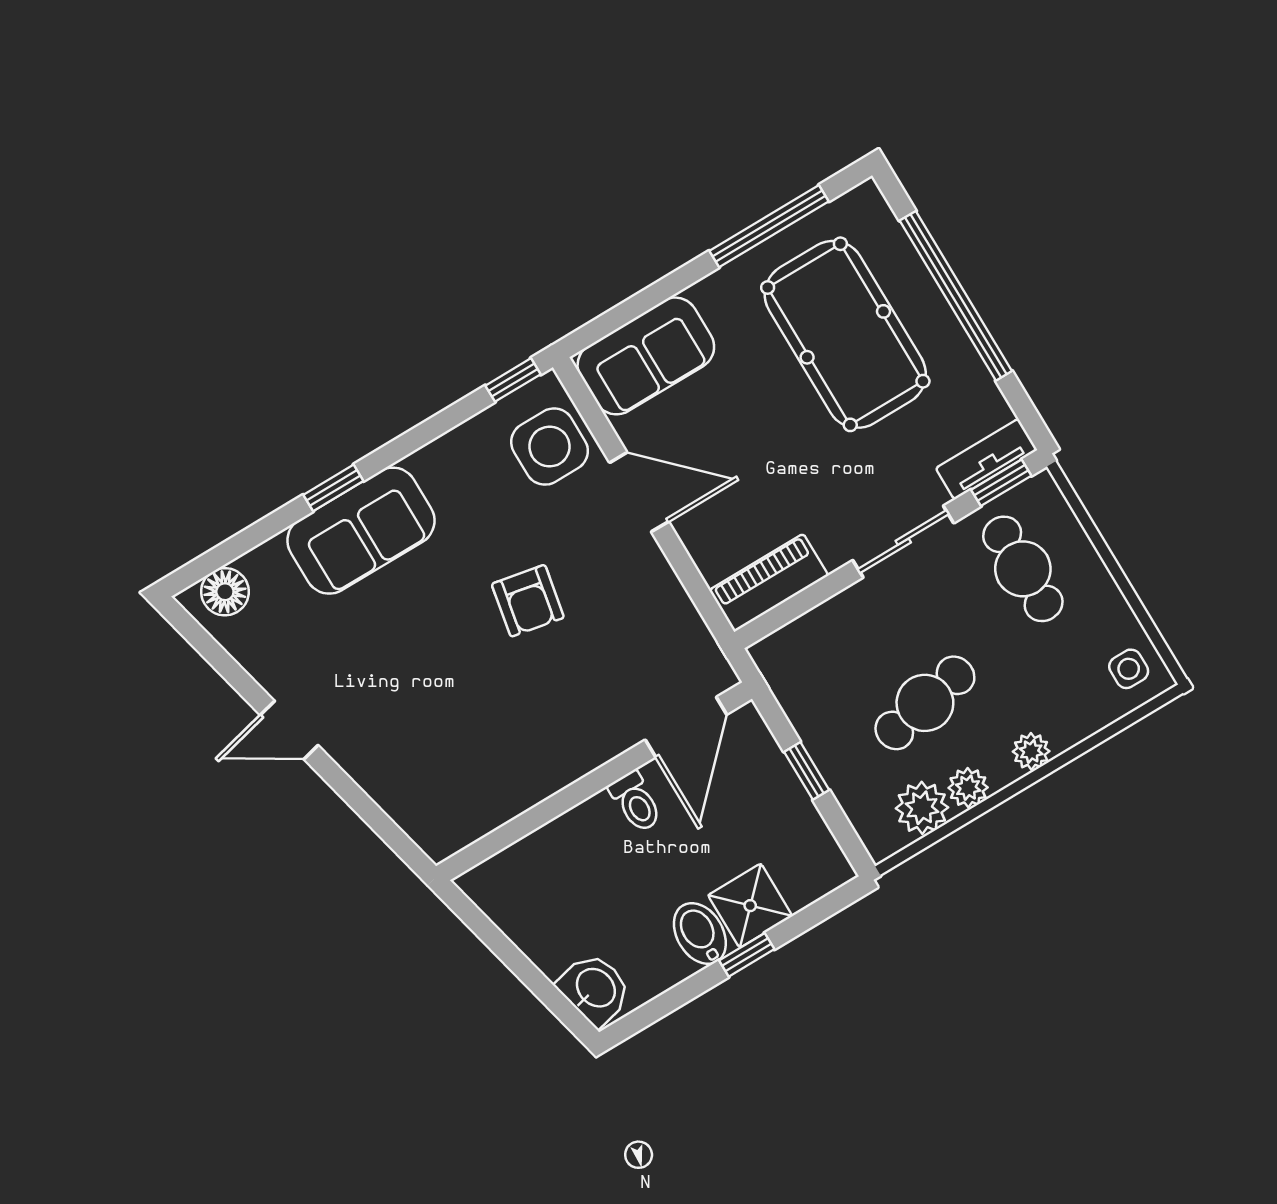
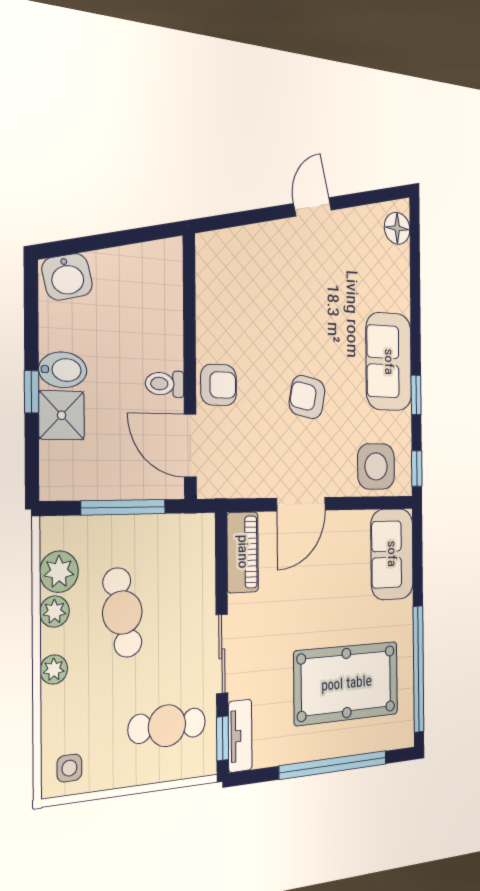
window: (769, 226) -> (418, 669), width x1.46
window: (333, 488) -> (416, 395), moved
door: (639, 492) -> (301, 504), moved
sofa: (361, 531) -> (389, 362), moved
armchair: (592, 732) -> (219, 385), added
window: (807, 771) -> (124, 507), width x2.17

